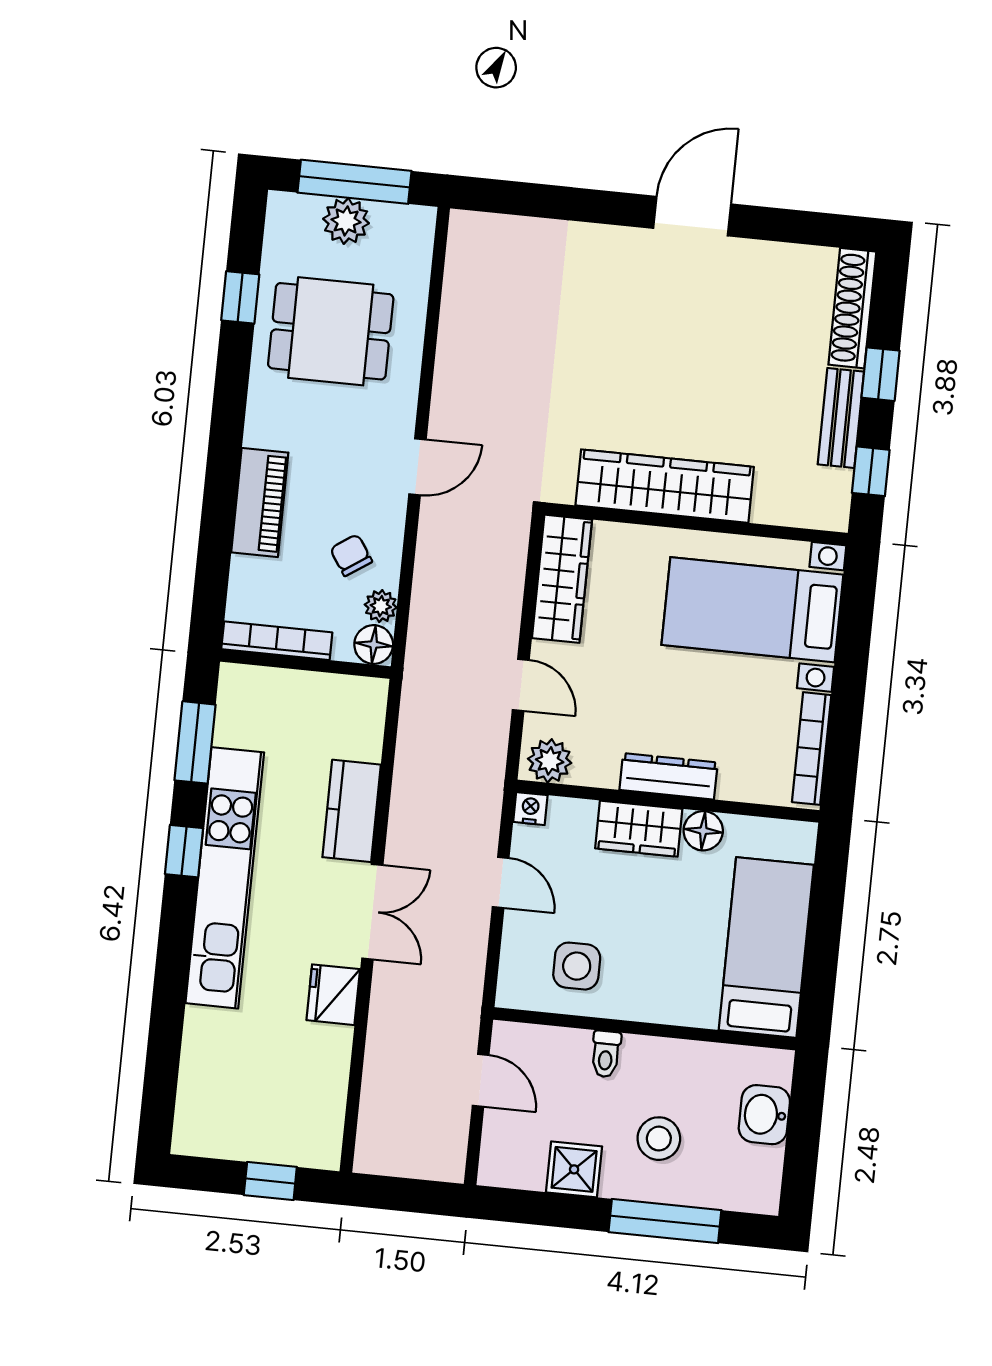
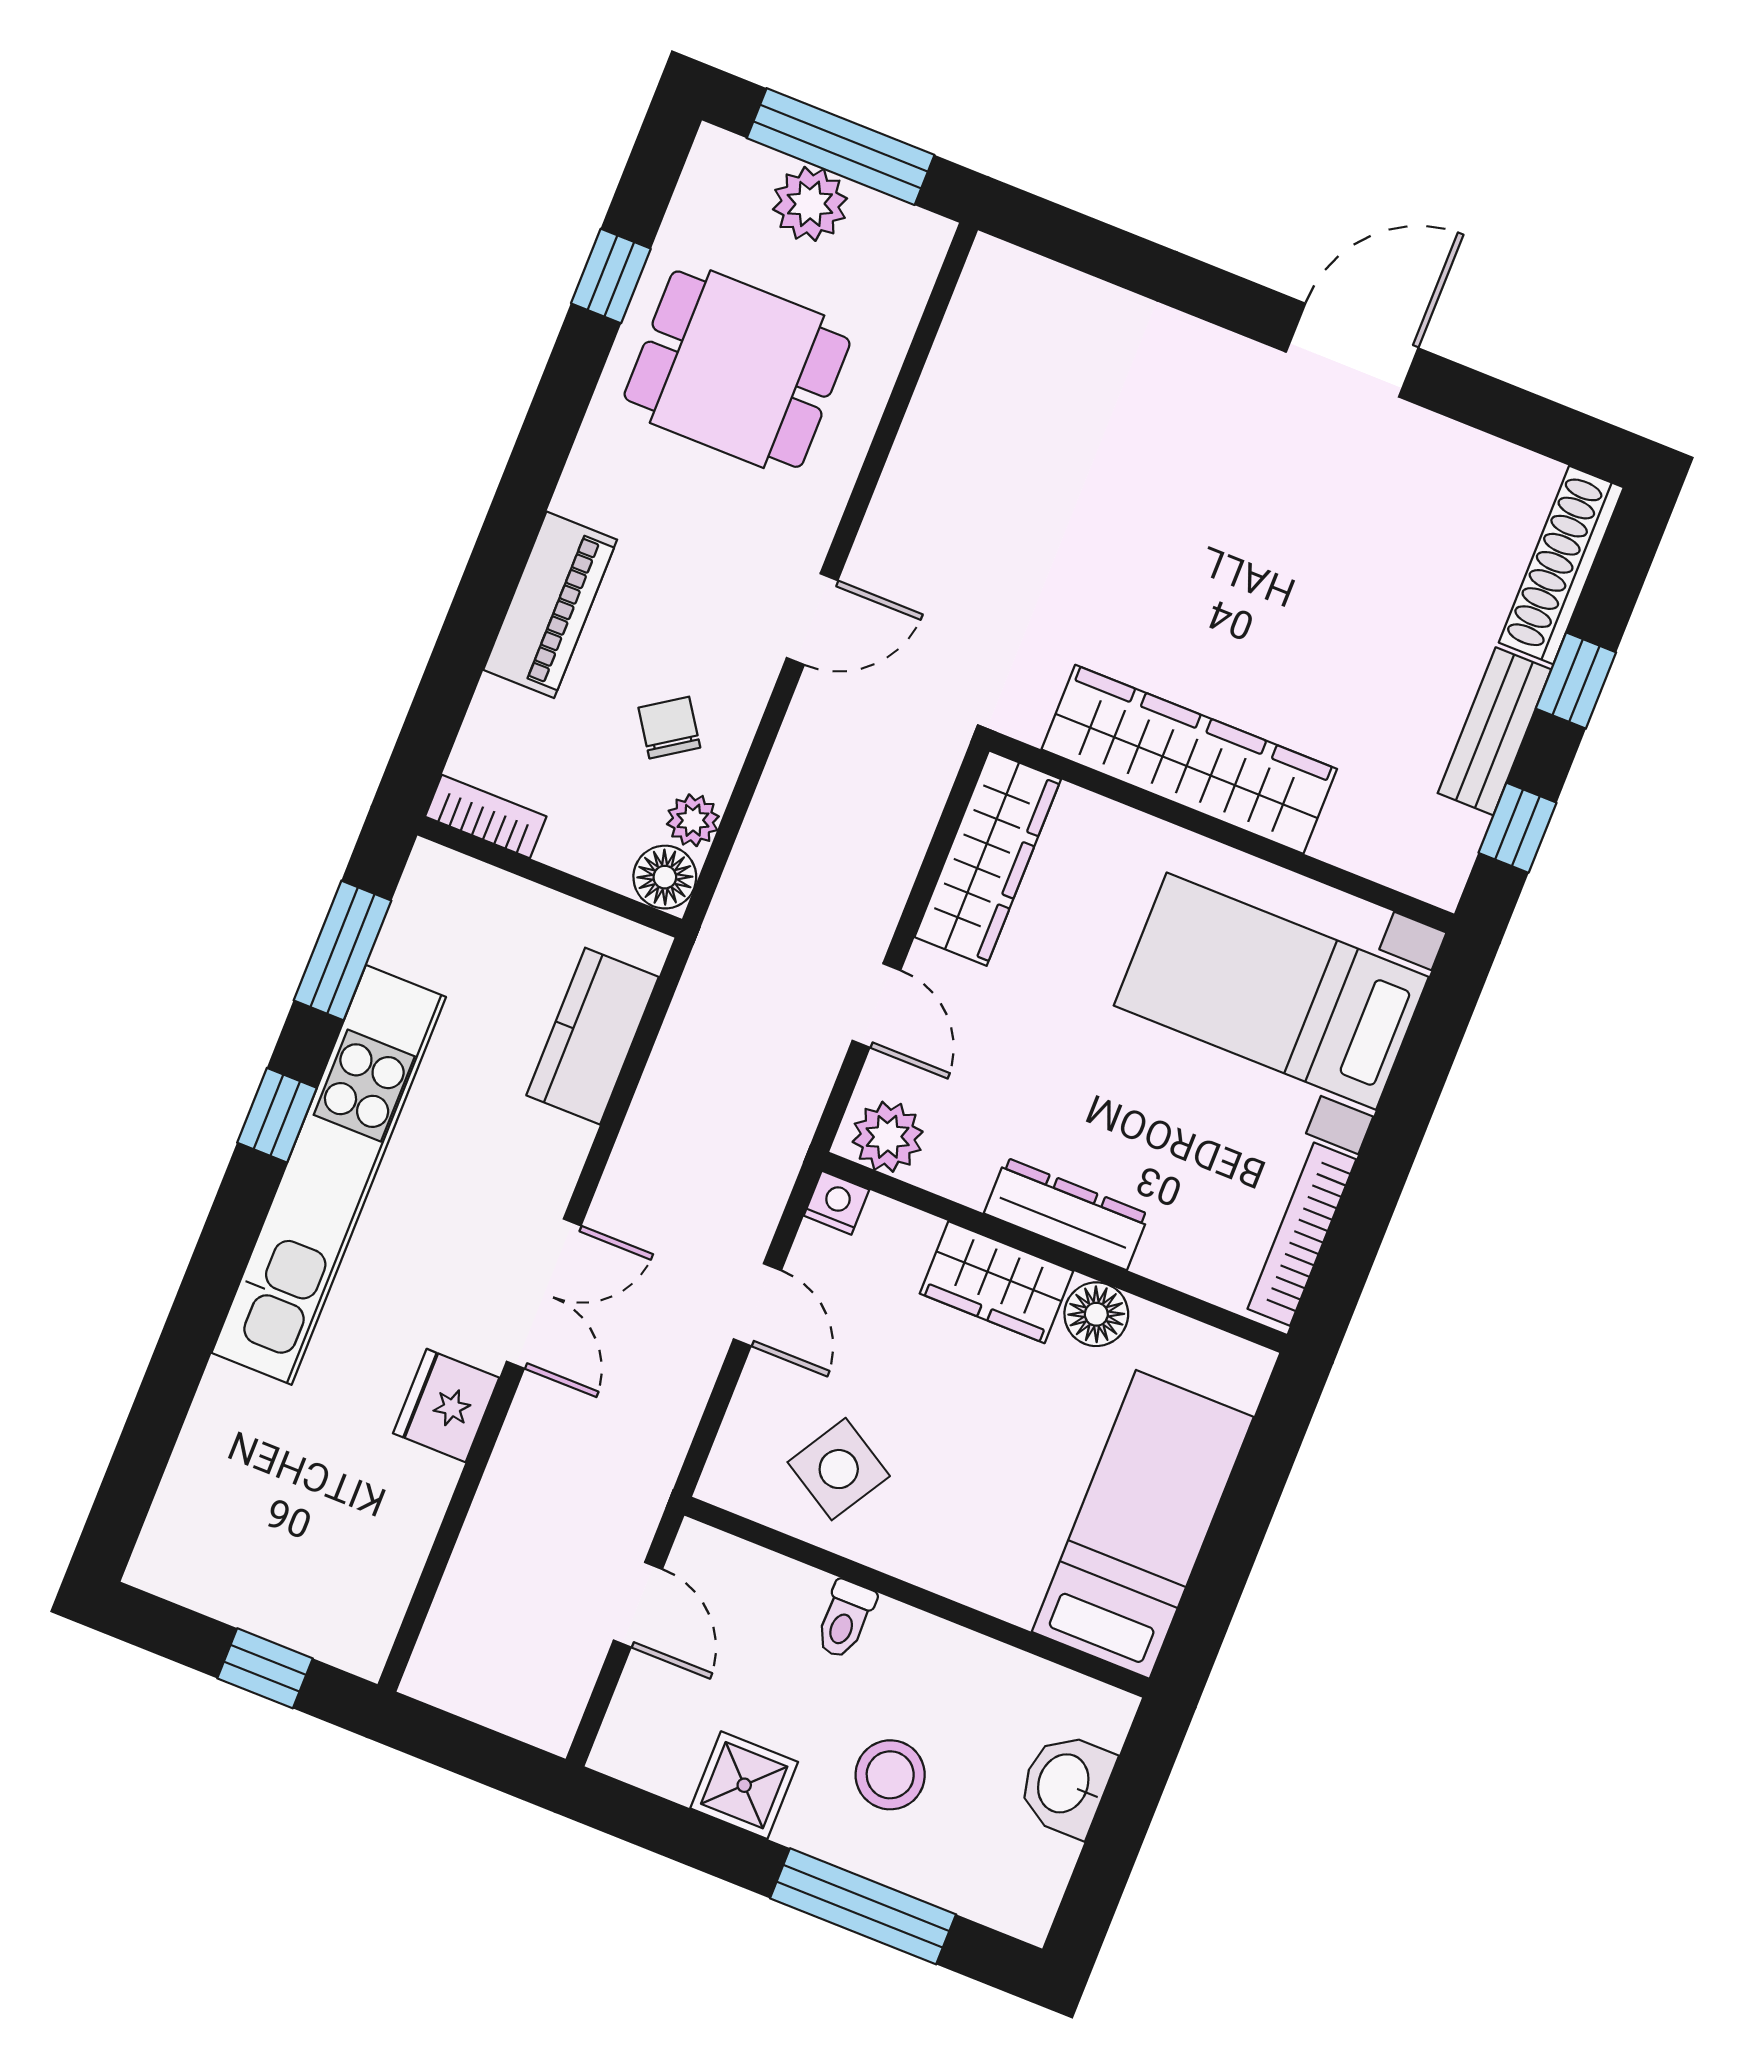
bookcase: (277, 641) -> (486, 816), width x0.64
kitchen counter: (352, 811) -> (593, 1036), moved
side table: (577, 966) -> (839, 1469), turned 31

